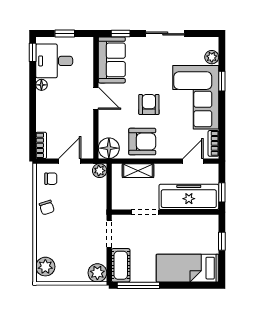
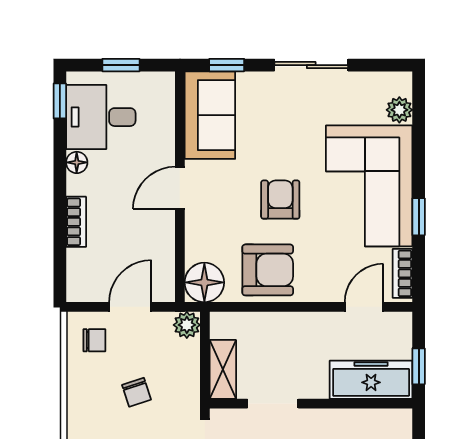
window: (222, 81) -> (419, 217), moved
door: (96, 98) -> (180, 188), swing flipped
bookcase: (41, 145) -> (76, 222), moved
shelving: (138, 171) -> (223, 369), moved, turned 90
freezer: (189, 197) -> (371, 380), width x0.73, depth x0.79
chair: (47, 207) -> (136, 392), moved

